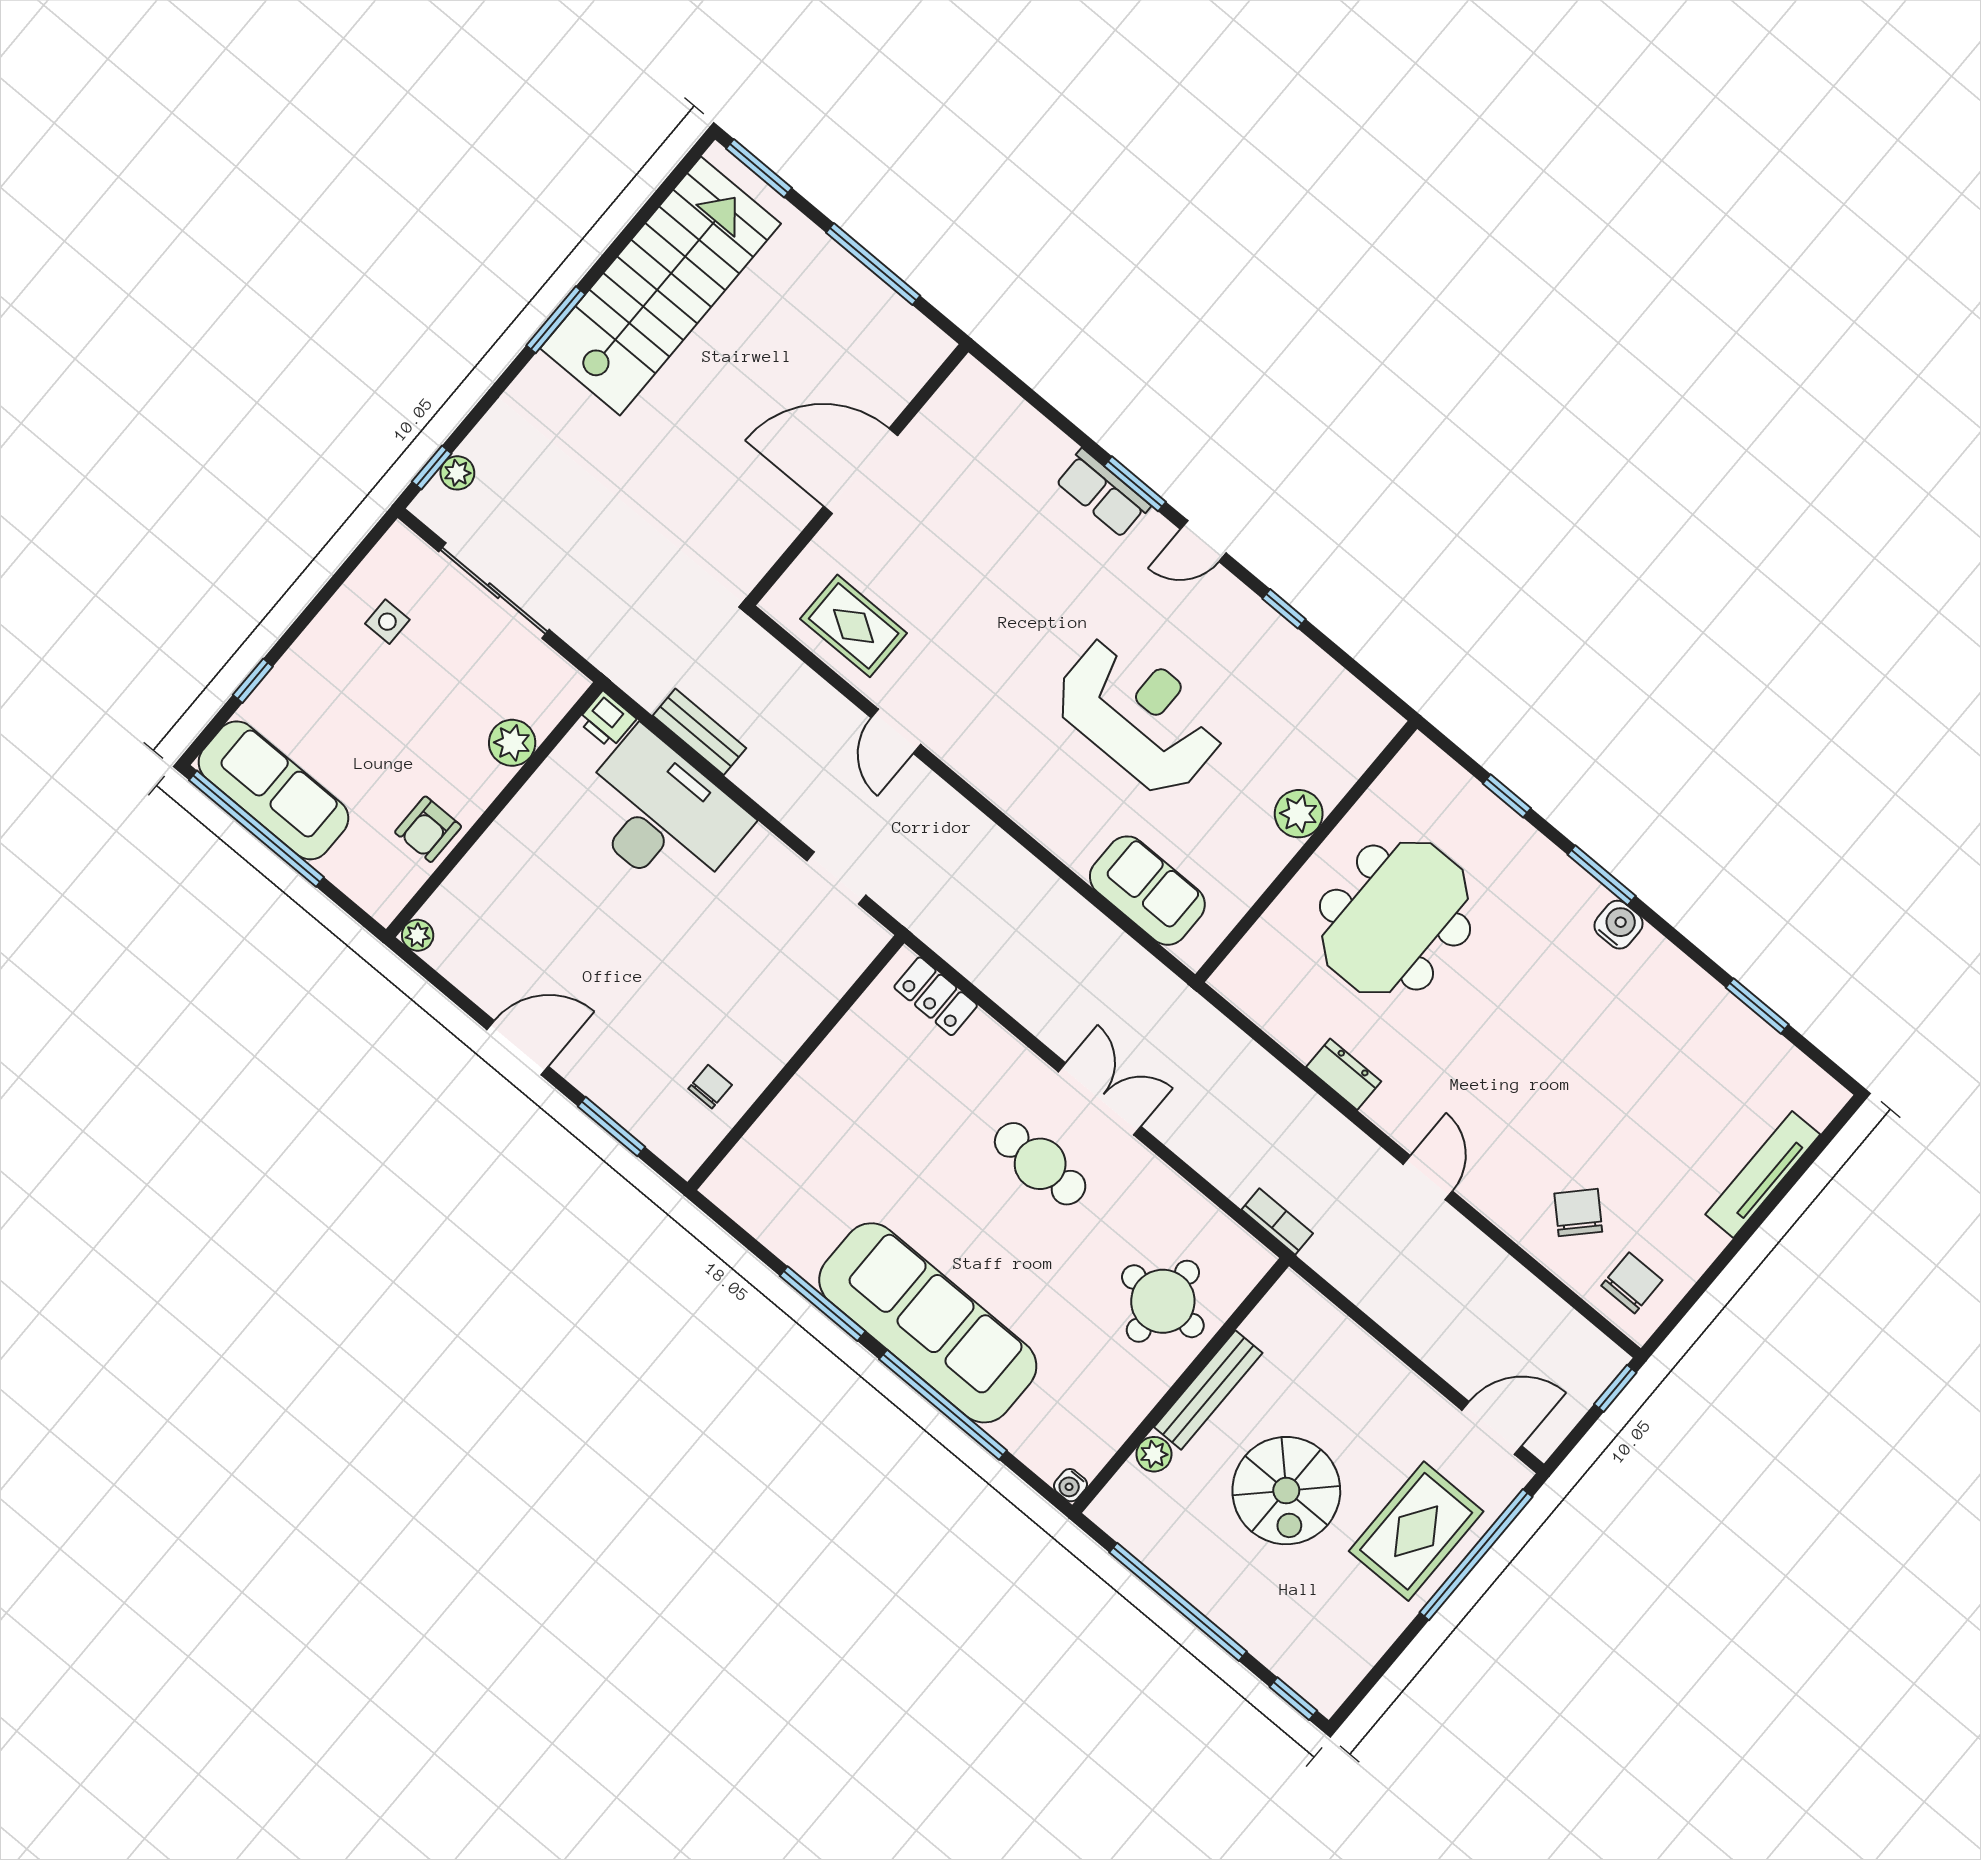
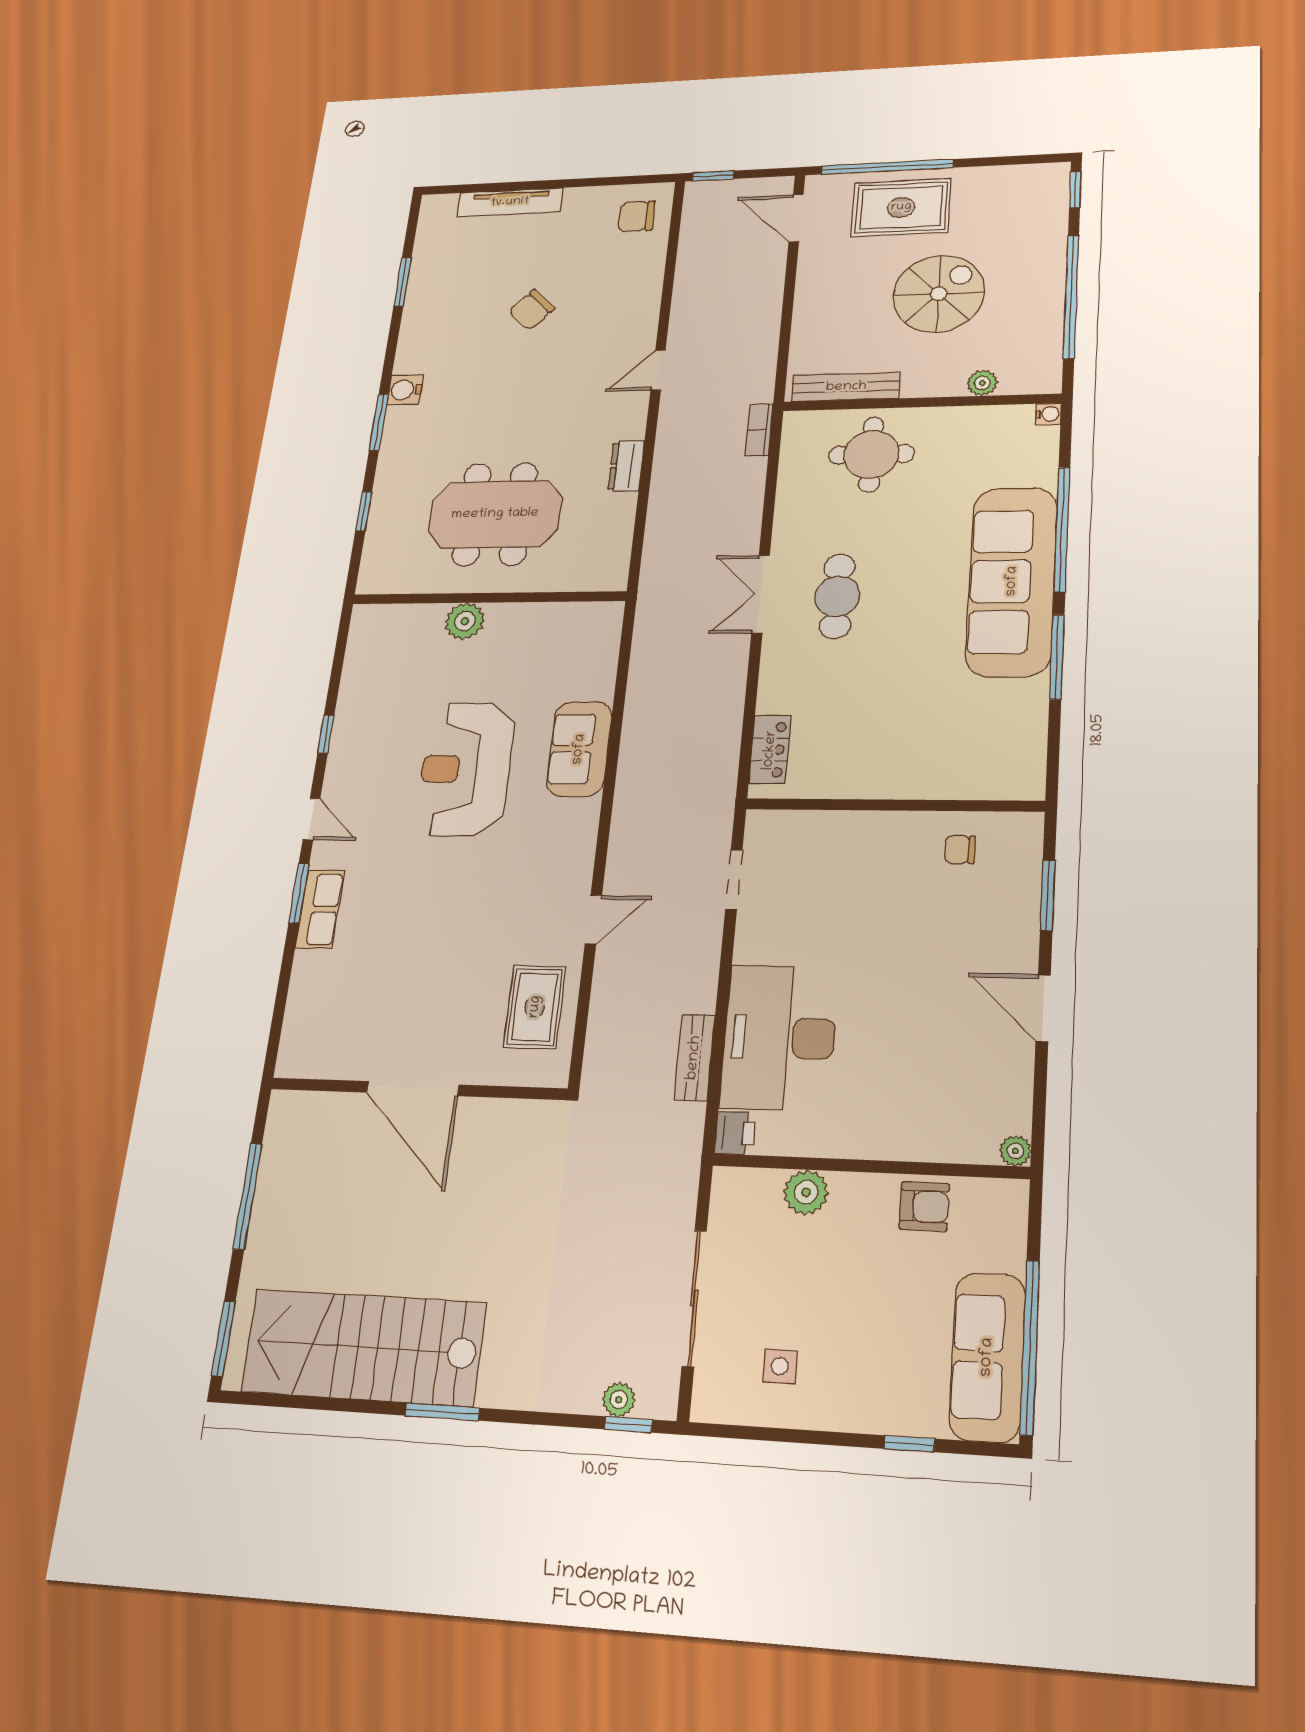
sofa: (1147, 891) -> (579, 749), moved
chair: (1578, 1213) -> (532, 310), moved
bench: (1208, 1390) -> (846, 387), moved

